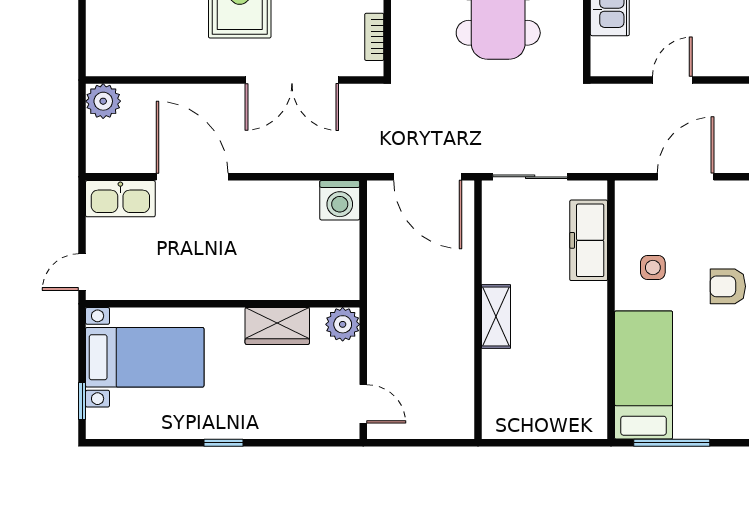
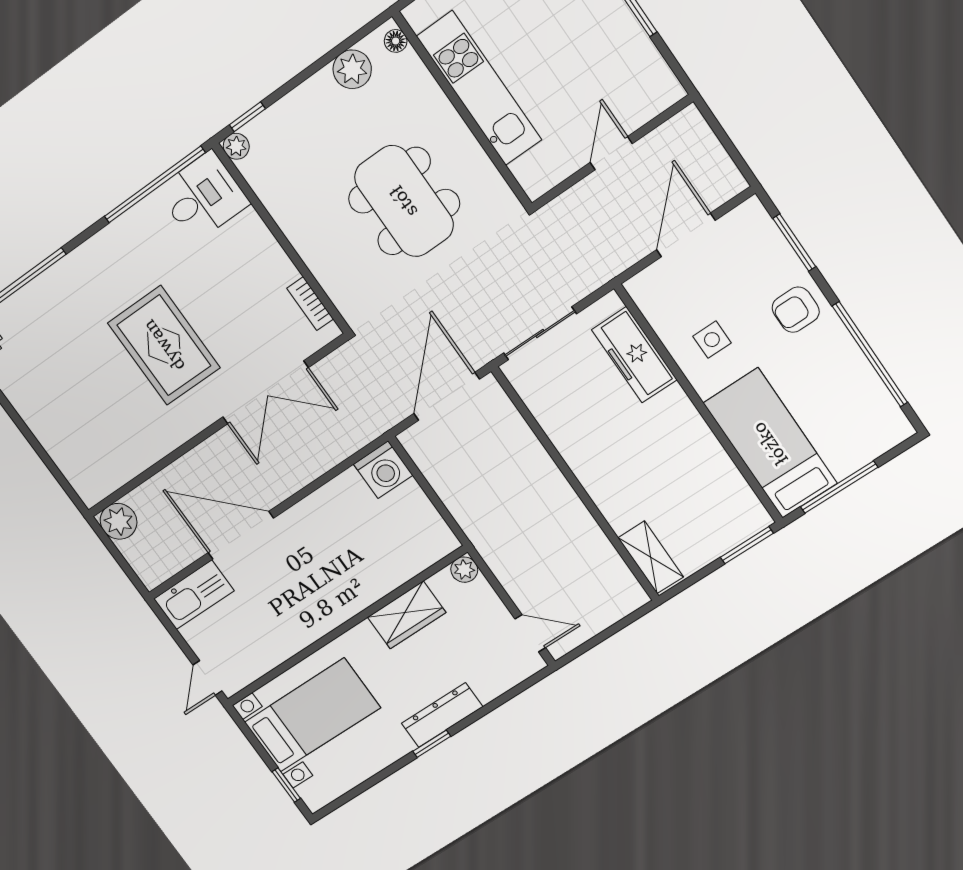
door: (428, 177) -> (447, 396), swing flipped
shelving: (496, 316) -> (651, 557), moved
plant: (343, 324) -> (464, 570), width x0.73, depth x0.73
dresser: (248, 425) -> (442, 715), added
window: (574, 443) -> (747, 545), added

